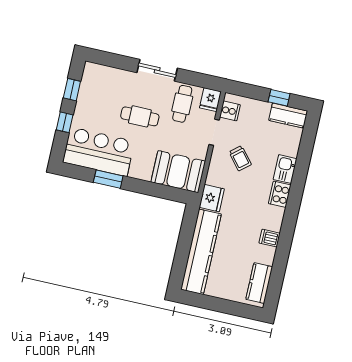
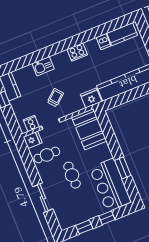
sliding door: (157, 70) -> (43, 198), moved
cooker: (280, 194) -> (77, 52), moved
dishwasher: (270, 238) -> (103, 42), moved

